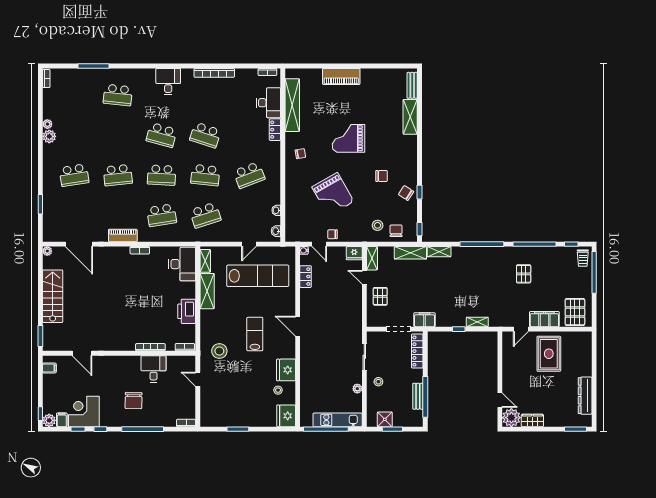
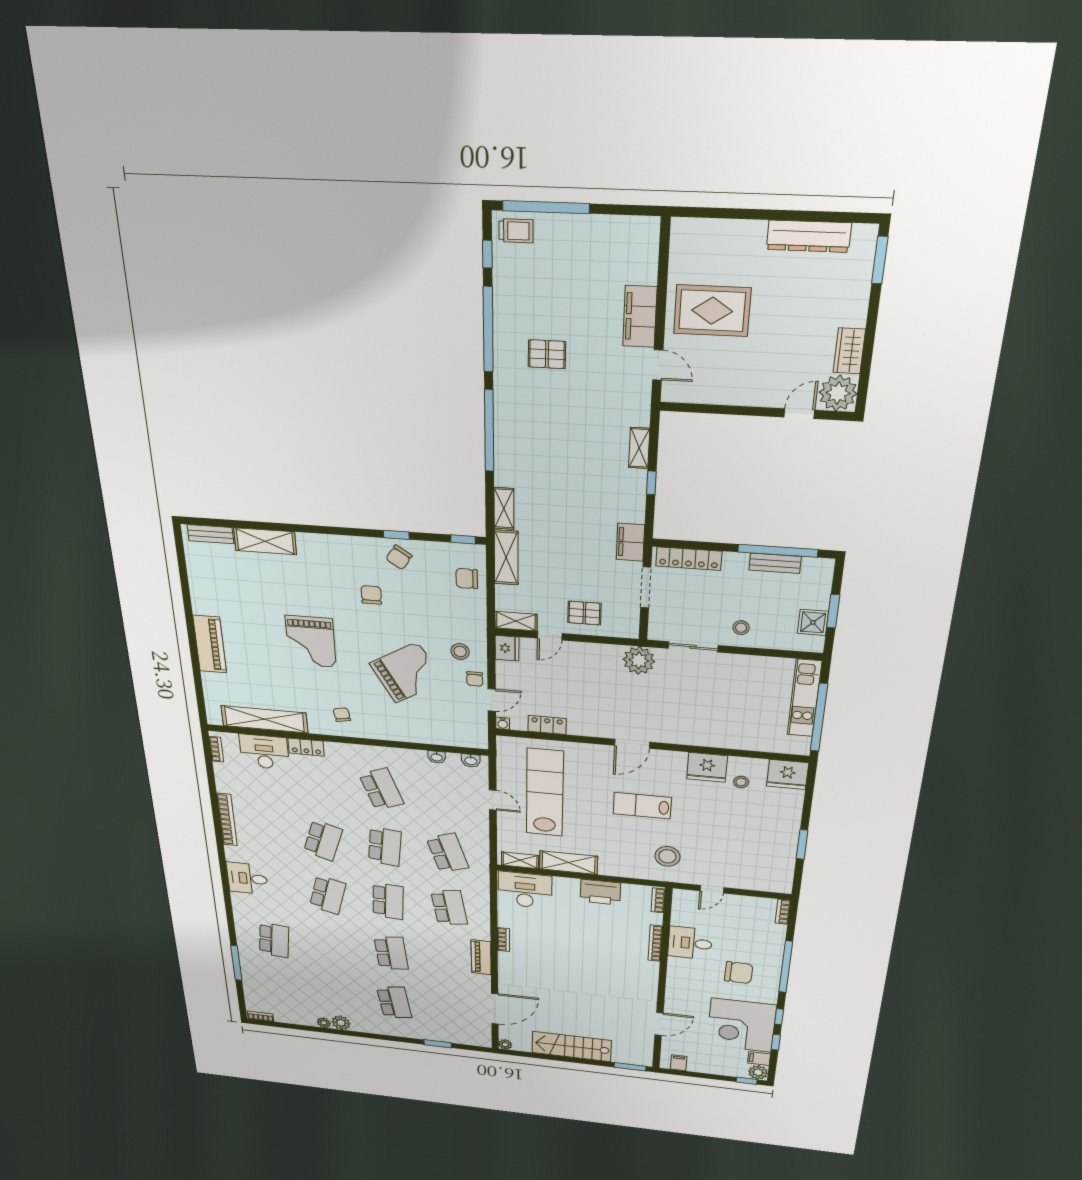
stool: (378, 225) -> (460, 652), moved
pallet: (575, 312) -> (628, 252), removed
plant: (357, 389) -> (639, 660), moved, width x1.88, depth x1.88
corner desk: (84, 411) -> (741, 1025), width x1.36, depth x1.36

